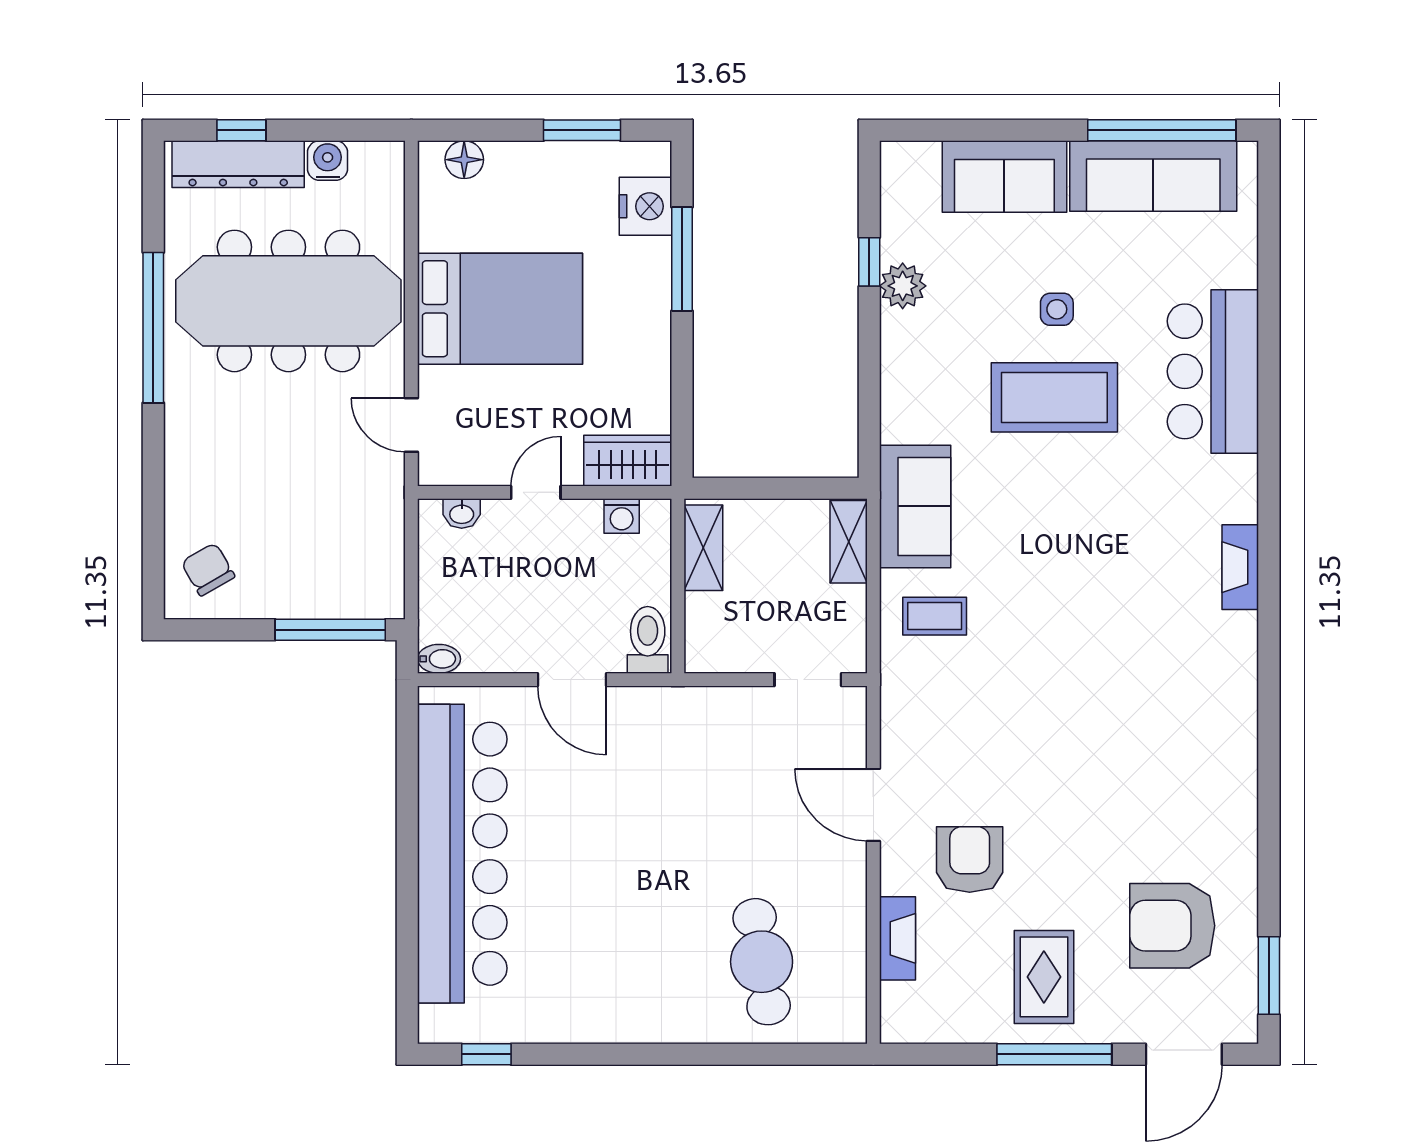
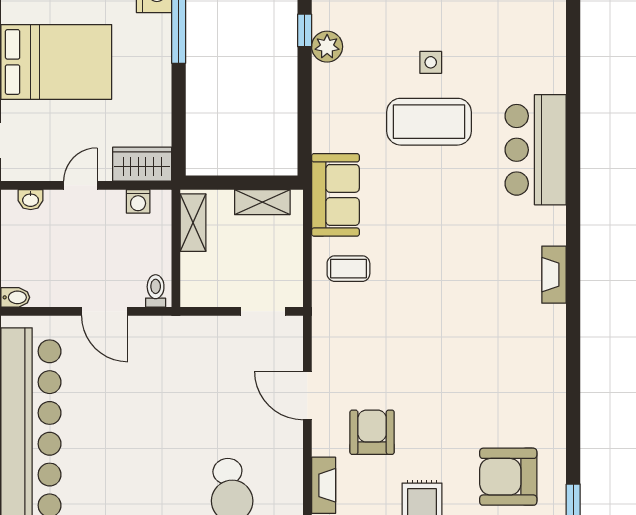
bar counter: (1213, 371) -> (536, 150), moved
shelving: (849, 542) -> (262, 202), moved, turned 90
fireplace: (1240, 567) -> (554, 275), moved
toilet: (648, 640) -> (156, 291), width x0.73, depth x0.72

